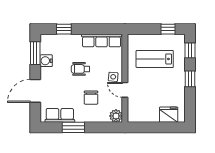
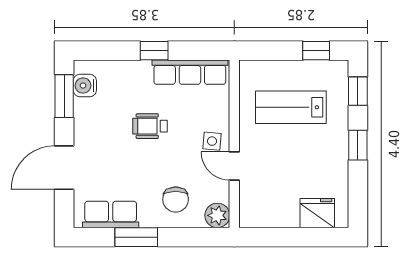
window: (64, 29) -> (154, 51), moved
water cooler: (46, 61) -> (85, 86), moved
chair: (91, 98) -> (176, 199), moved

